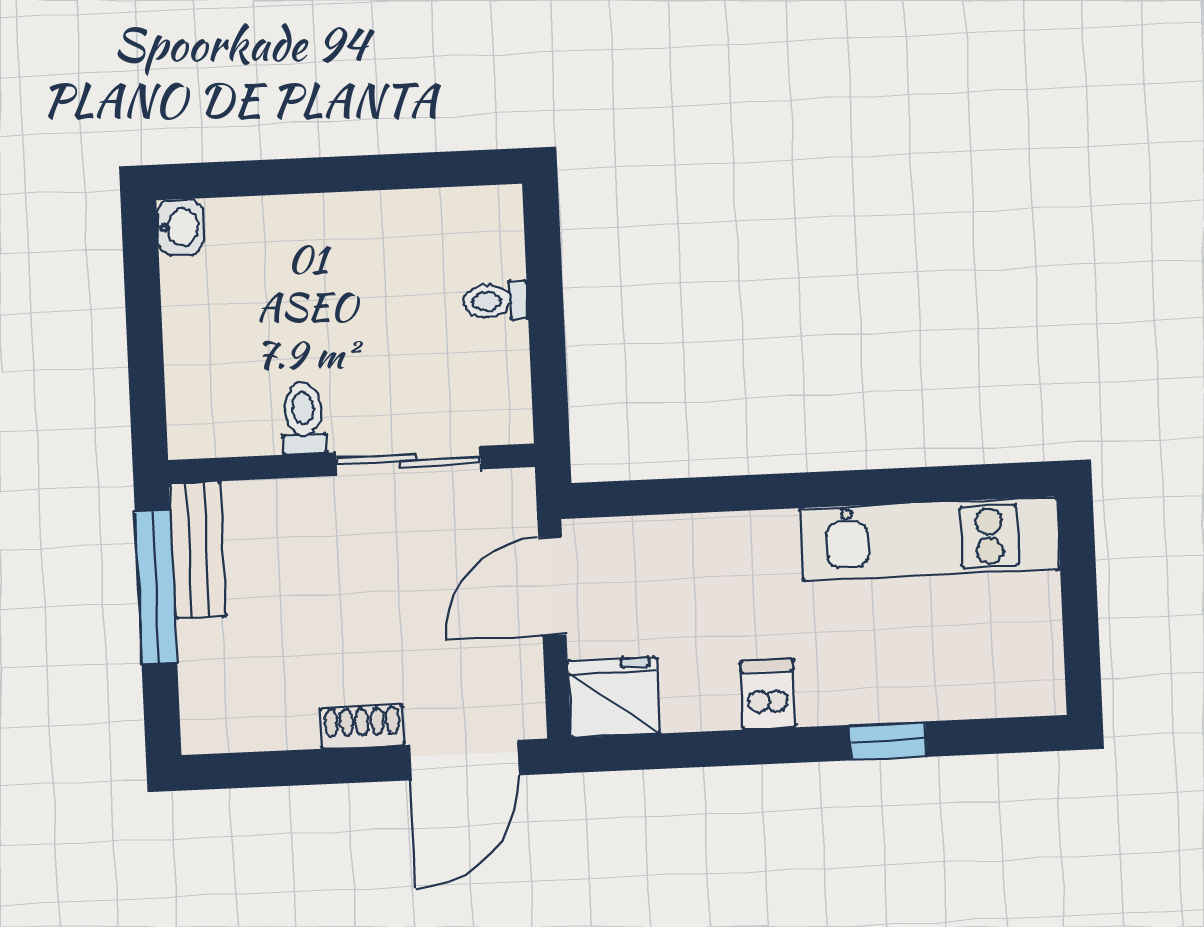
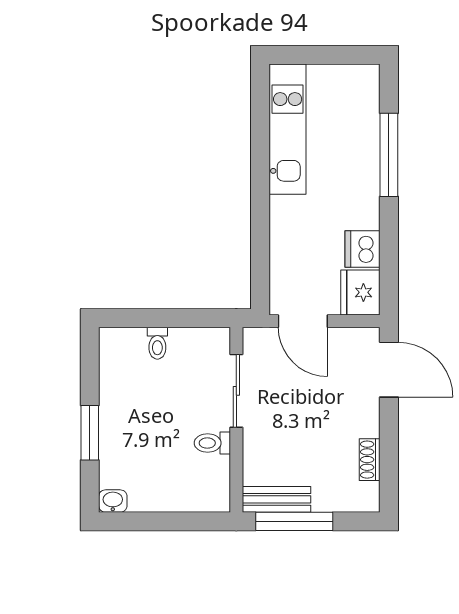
window: (313, 175) -> (90, 433), added
dishwasher: (768, 694) -> (363, 249), moved, width x1.38
shoe rack: (362, 727) -> (370, 460), moved
window: (888, 741) -> (389, 155), width x2.17

